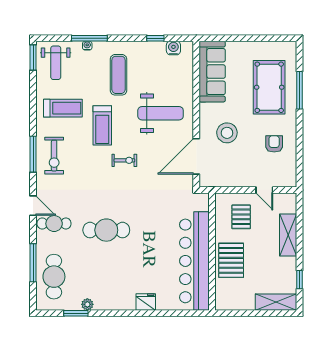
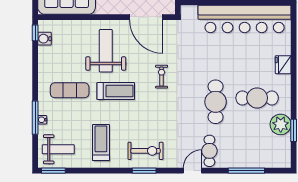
window: (155, 38) -> (35, 33), moved
treadmill: (102, 125) -> (116, 91), moved
window: (33, 154) -> (144, 171), width x0.69
exercise bike: (124, 160) -> (162, 77), moved
cafe table: (54, 277) -> (257, 98), moved
plant: (87, 304) -> (281, 124), width x1.88, depth x1.88

